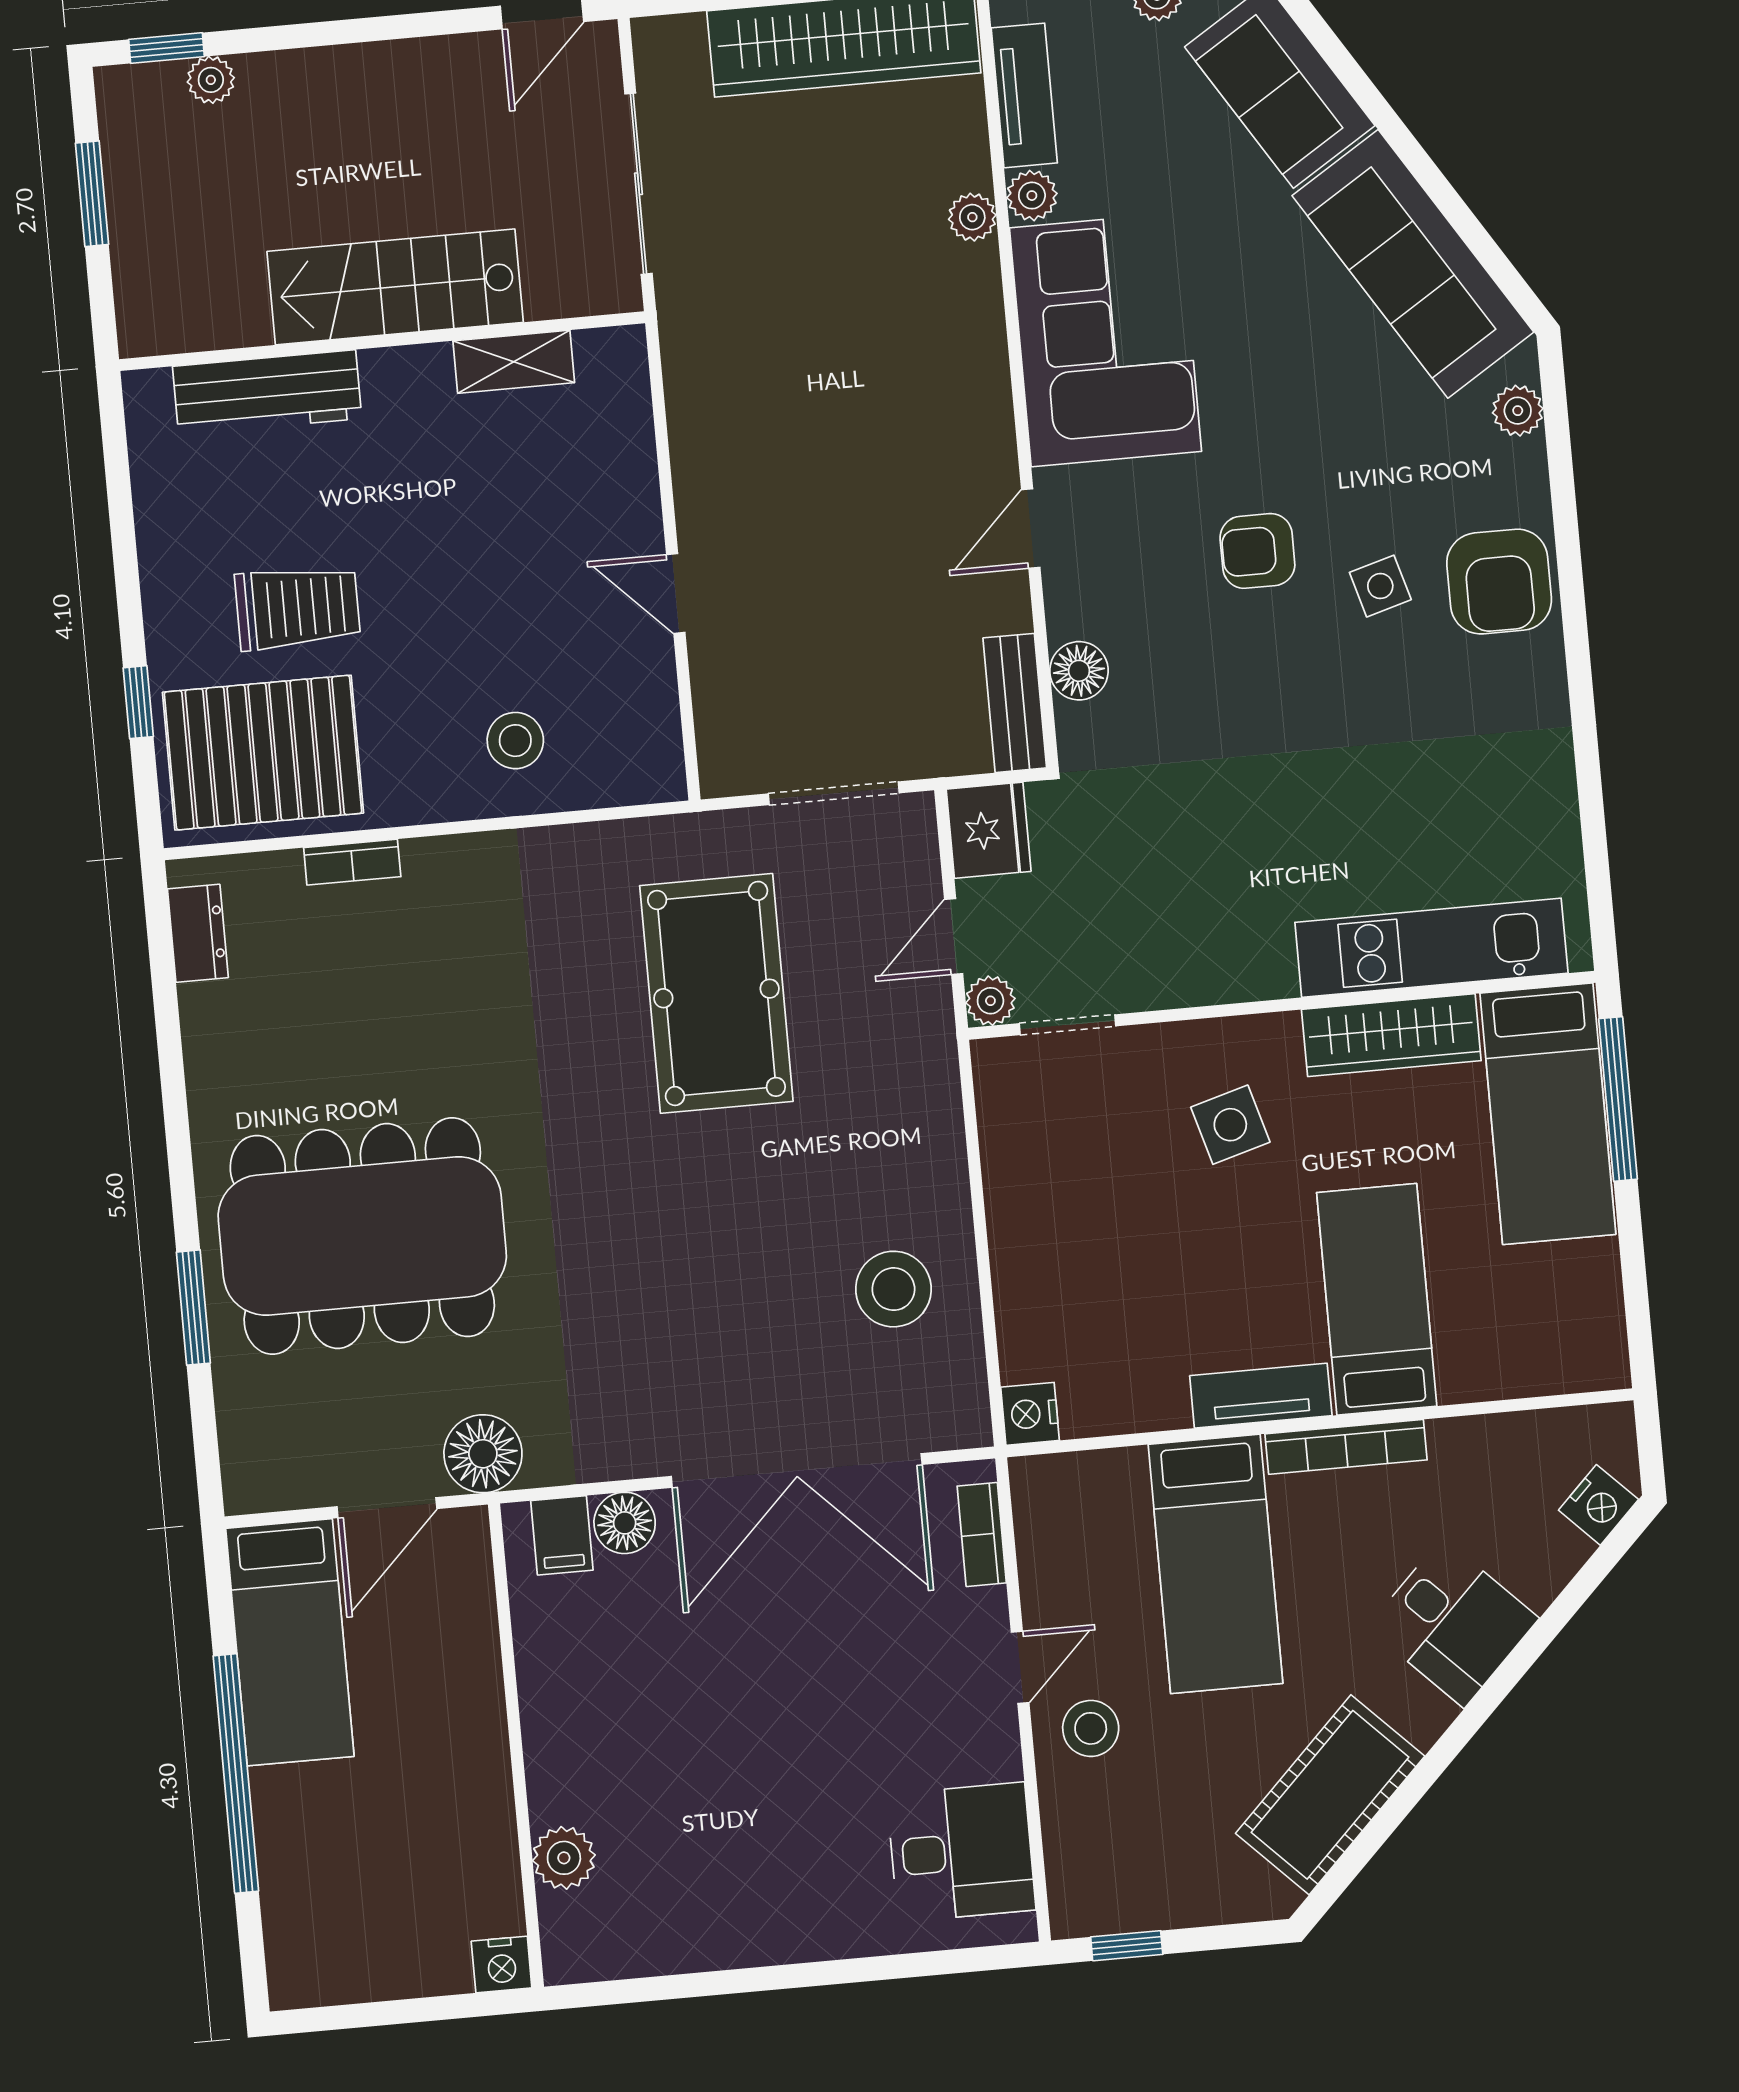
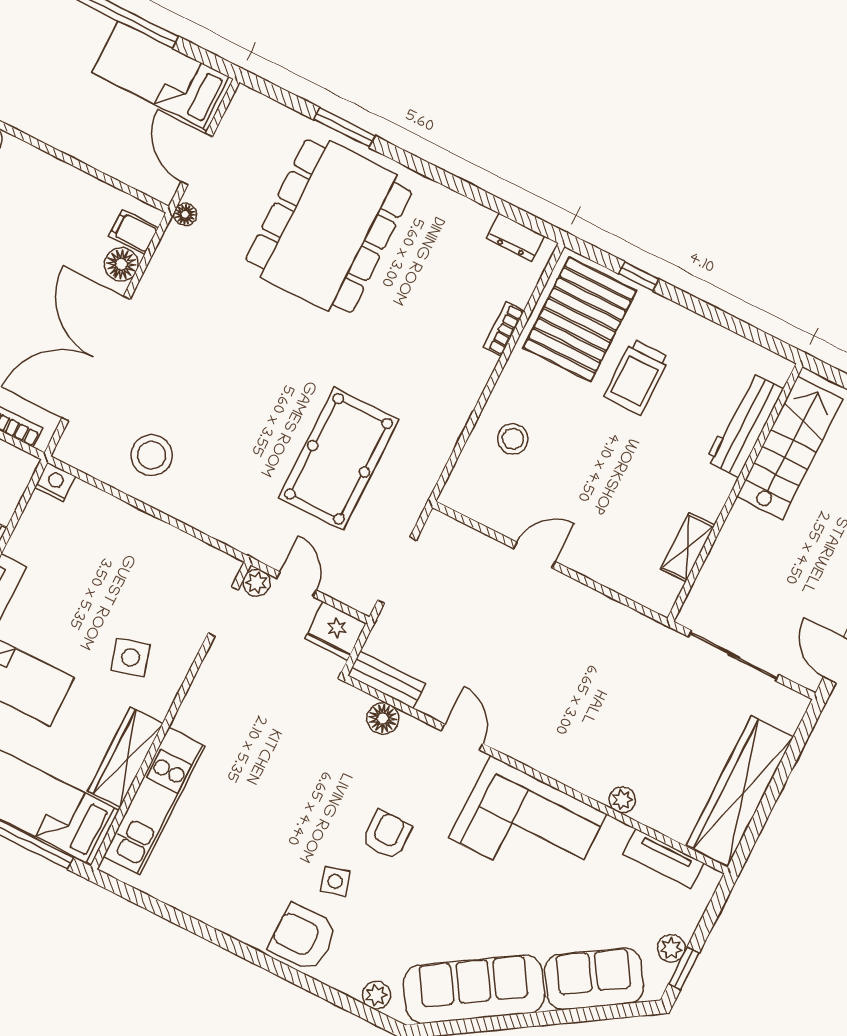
plant: (1032, 196) -> (615, 833), removed
stairs: (395, 287) -> (790, 448), moved
pool table: (716, 993) -> (339, 459), turned 90
floor lamp: (483, 1454) -> (185, 214), width x0.53, depth x0.53

